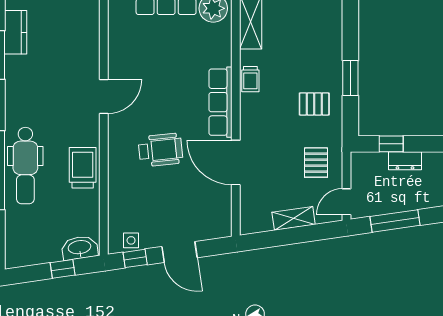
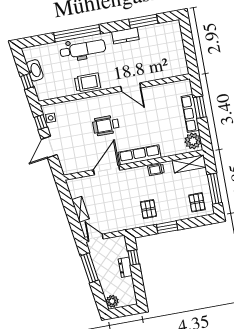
kitchen counter: (16, 32) -> (125, 36), moved
wheelchair: (161, 150) -> (106, 125), turned 96
pallet: (316, 163) -> (197, 202), moved, turned 90
dental chair: (25, 166) -> (83, 49), turned 180
washbasin: (80, 248) -> (35, 70), moved

